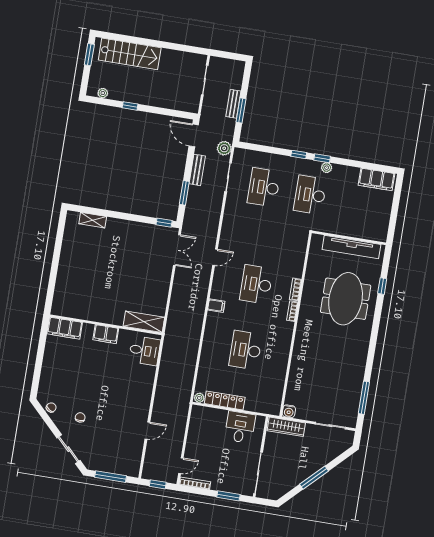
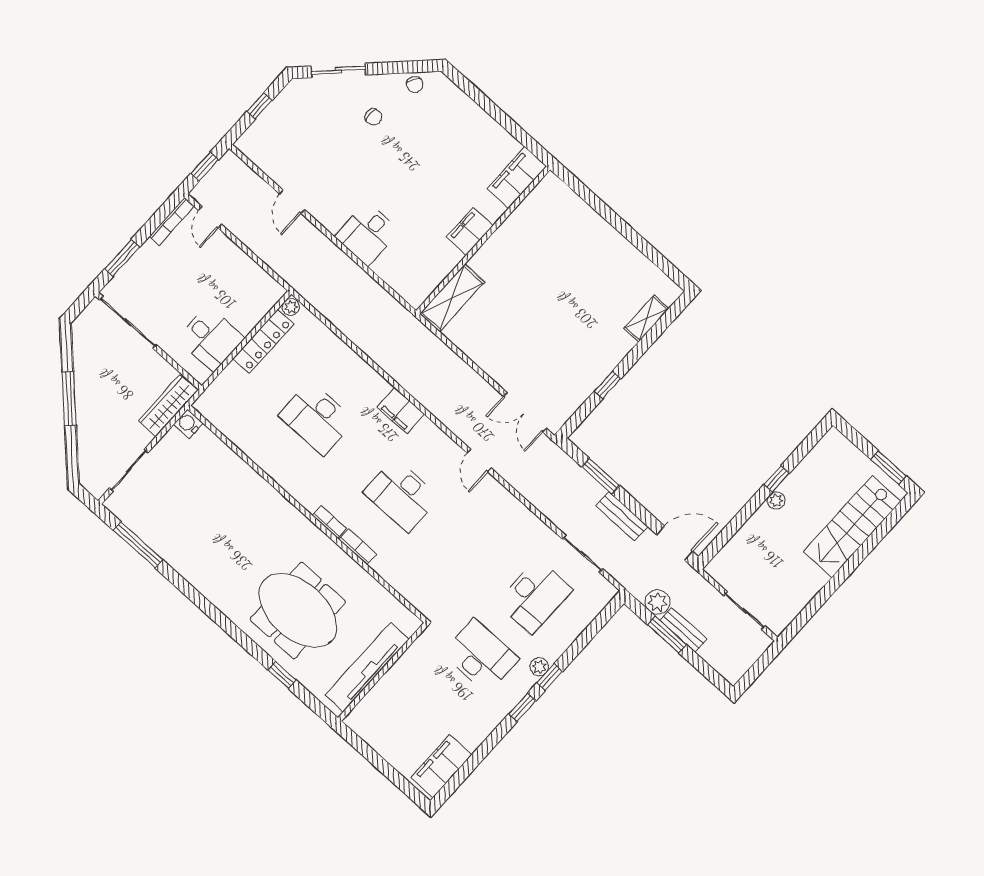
plant: (103, 93) -> (776, 500), moved
plant: (224, 148) -> (658, 602), moved
plant: (327, 168) -> (539, 667), moved
desk: (264, 187) -> (535, 596), turned 90
window: (164, 223) -> (608, 385), moved
desk: (256, 284) -> (402, 495), turned 180
filing cabinet: (216, 306) -> (401, 411), width x2.00
desk: (246, 350) -> (317, 418), turned 180
desk: (145, 351) -> (367, 234), moved
window: (111, 477) -> (260, 106), width x0.46

